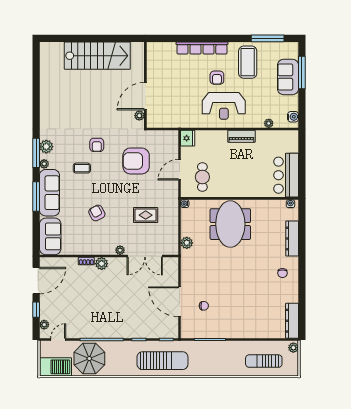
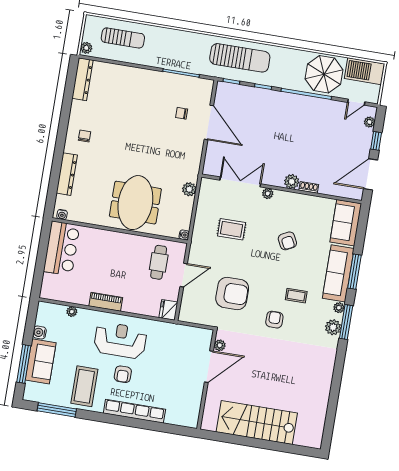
armchair: (217, 78) -> (123, 374), turned 180
water cooler: (293, 117) -> (39, 332), moved
sun lounger: (162, 361) -> (240, 58), turned 180

